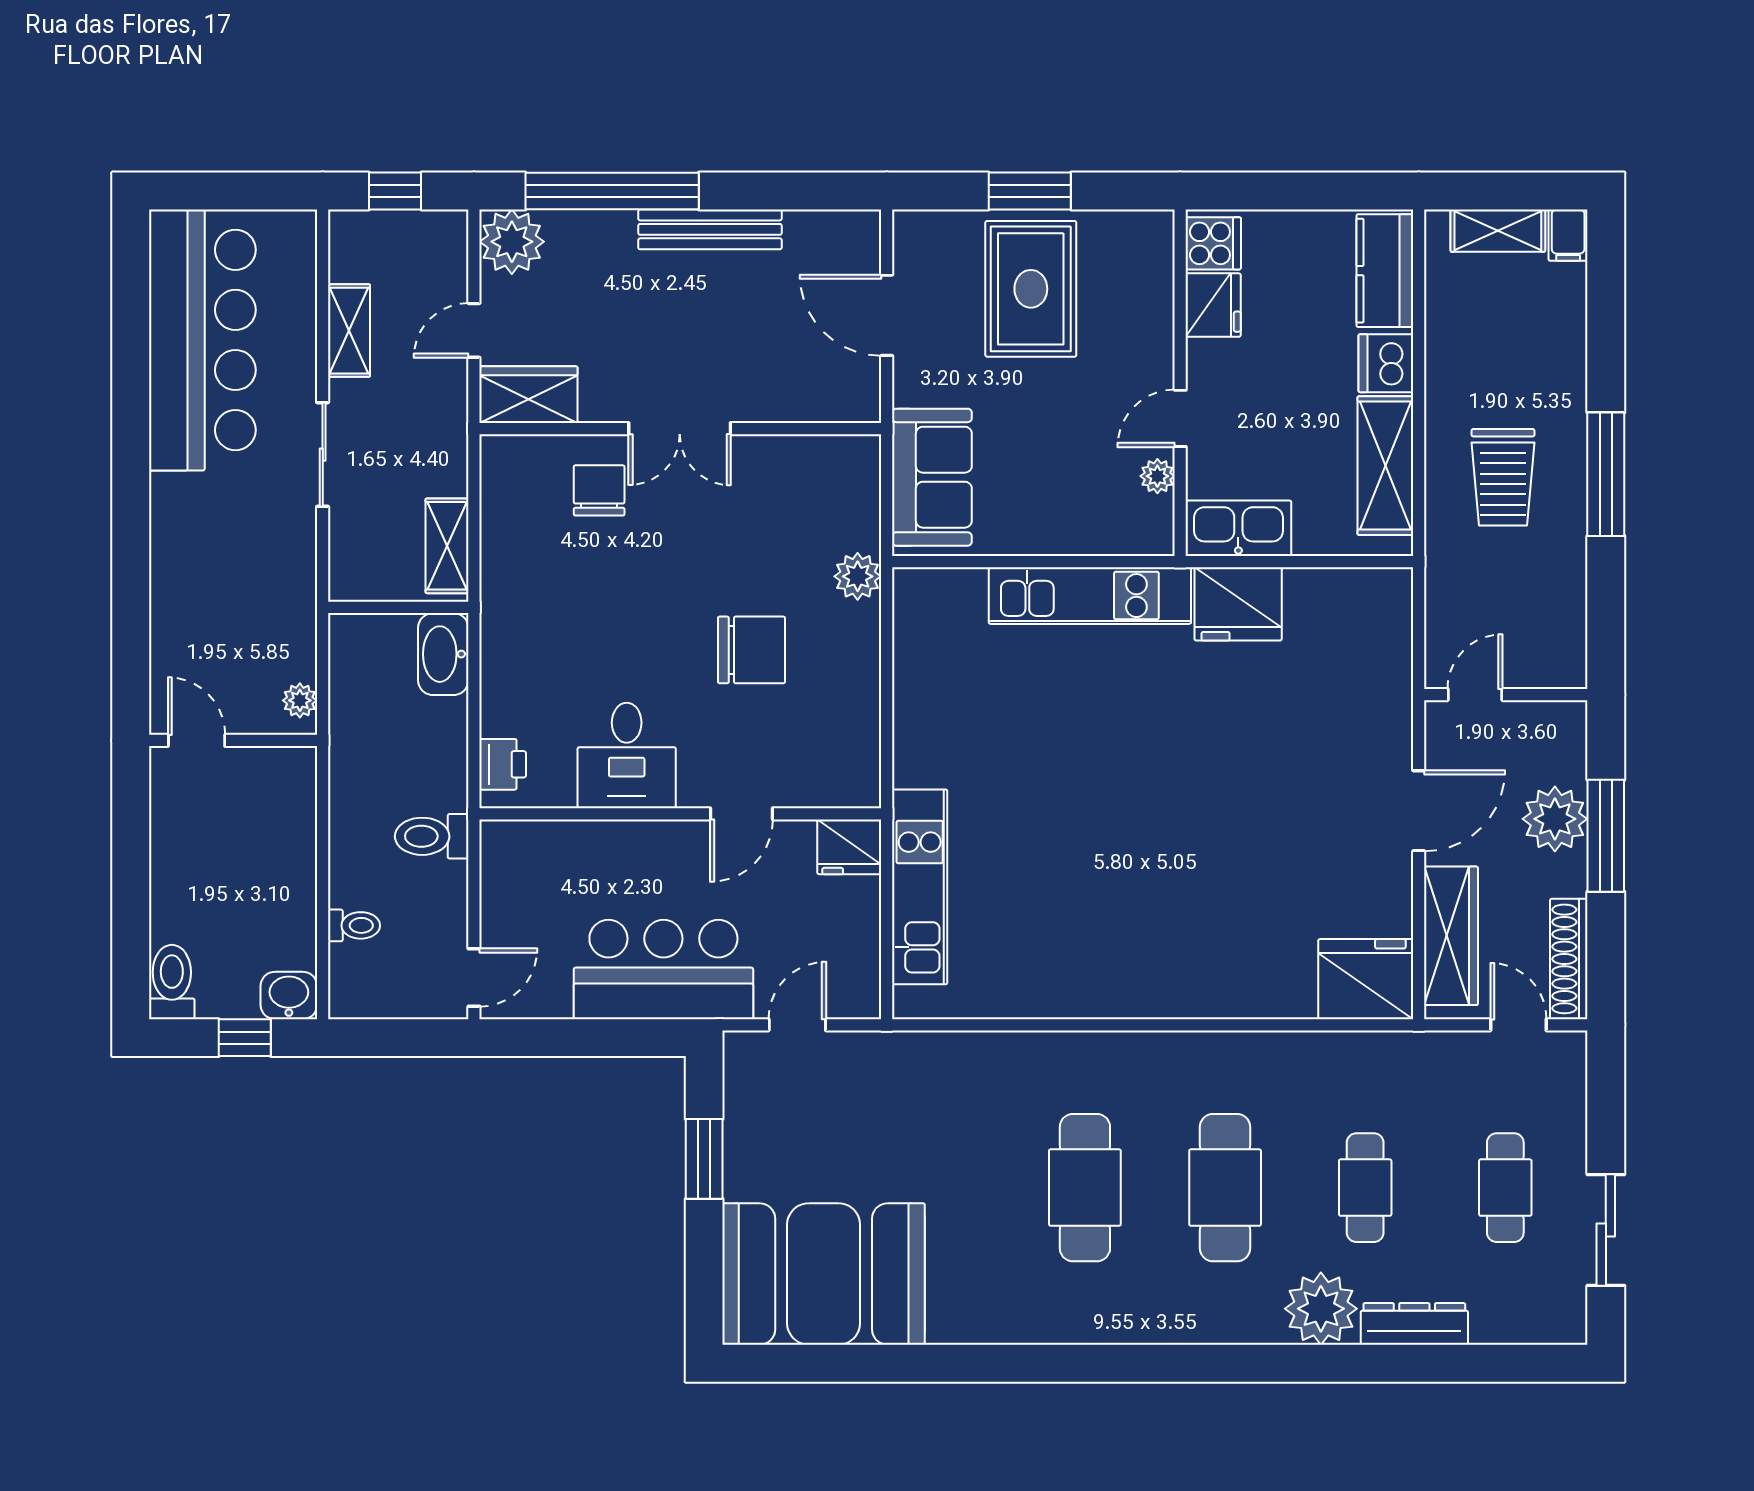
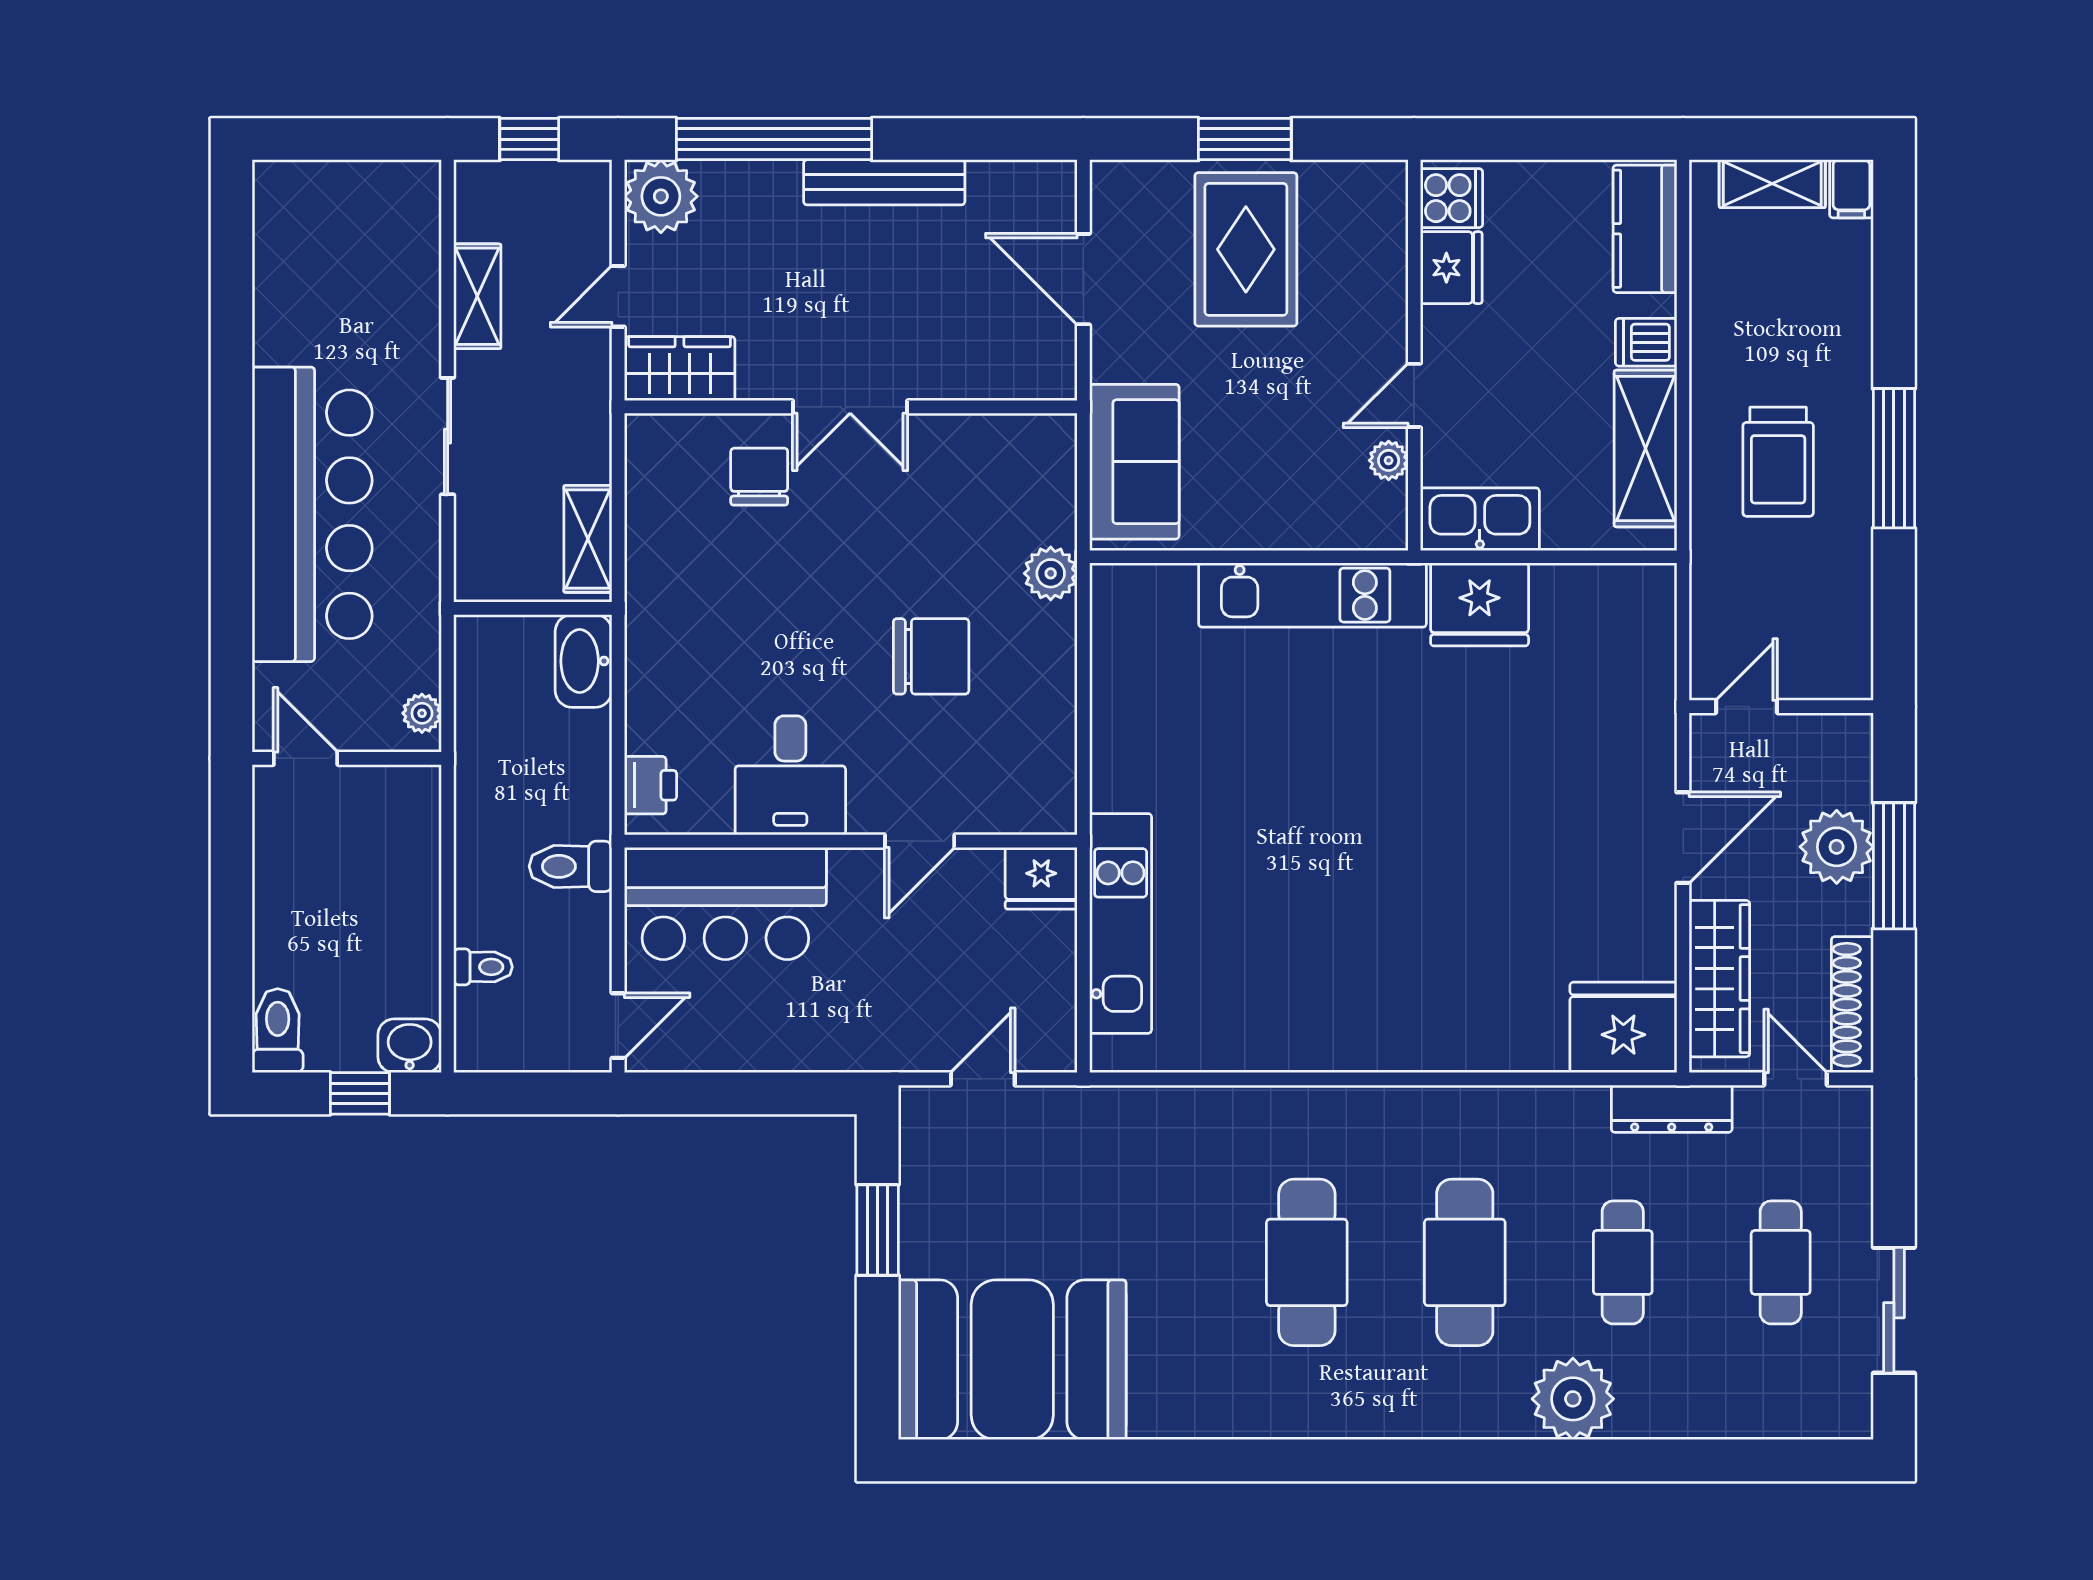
bar counter: (202, 340) -> (312, 514), moved
dishwasher: (1386, 363) -> (1646, 342), width x0.73
bar counter: (663, 969) -> (725, 903), moved, turned 180
dresser: (1414, 1324) -> (1672, 1109), moved, turned 180

